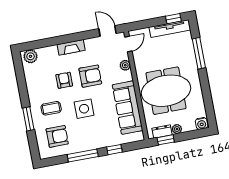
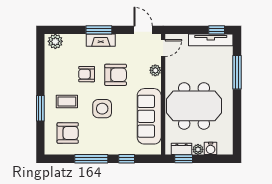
window: (68, 39) -> (99, 30), added
armchair: (64, 80) -> (87, 74), turned -90
water cooler: (202, 123) -> (211, 148), moved

